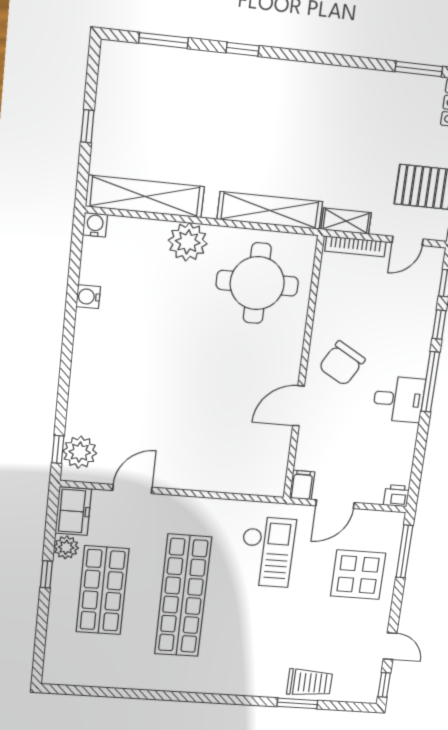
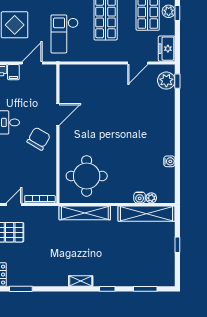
shelving: (346, 221) -> (81, 281), moved
water cooler: (95, 225) -> (140, 197), moved
plant: (188, 242) -> (151, 198), moved, width x0.53, depth x0.53
filing cabinet: (302, 485) -> (13, 72), moved
plant: (66, 547) -> (169, 11), moved

